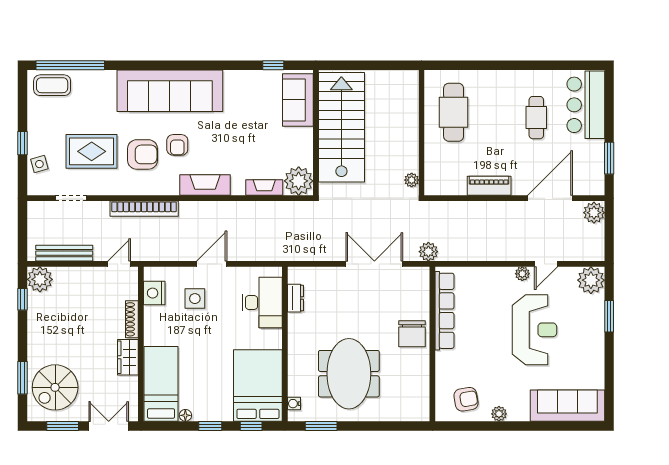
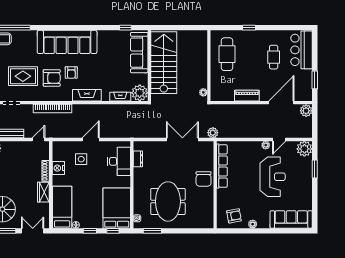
window: (493, 65) -> (249, 28), added
sofa: (298, 100) -> (139, 53), width x1.36
nightstand: (154, 293) -> (58, 168), moved

